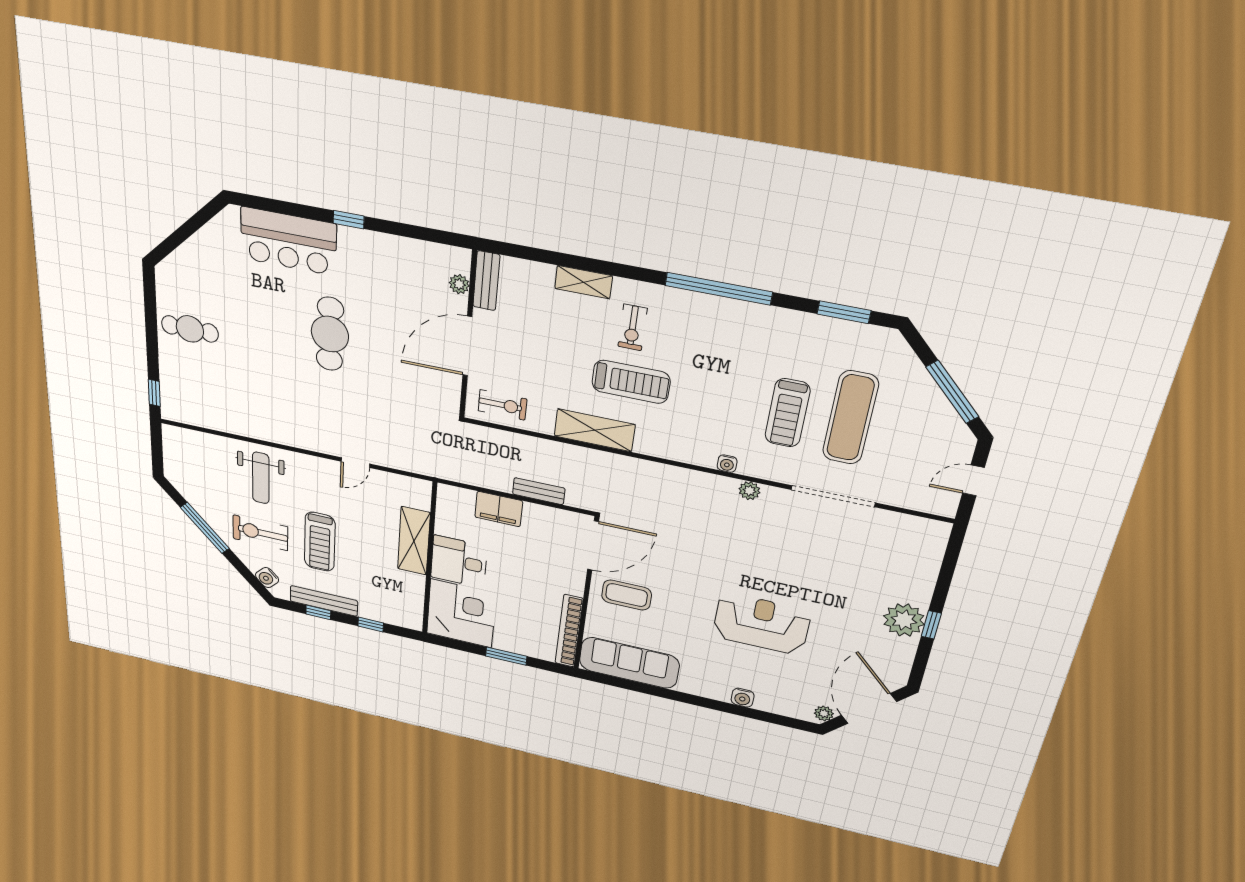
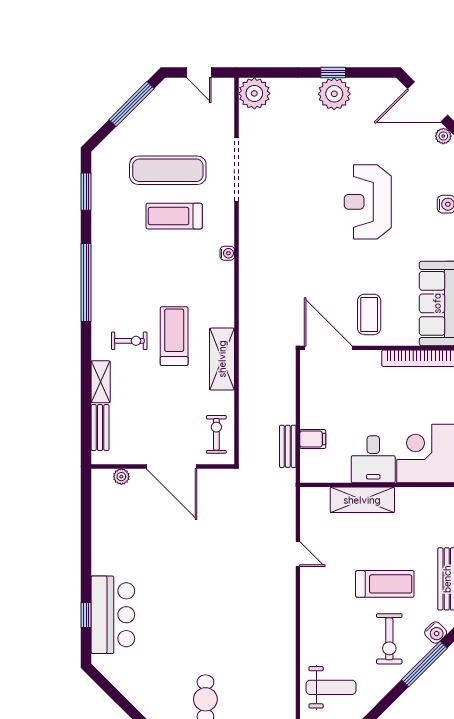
window: (349, 220) -> (86, 615), moved
bench: (486, 281) -> (100, 428), moved, turned 90
cafe table: (330, 334) -> (185, 579), removed
treadmill: (787, 413) -> (174, 216), turned 180
weight bench: (261, 478) -> (331, 687), moved
bench: (539, 491) -> (288, 446), moved
plant: (749, 491) -> (254, 93), moved, width x1.88, depth x1.88
filing cabinet: (499, 509) -> (313, 439), width x0.50
window: (205, 528) -> (424, 664), moved

